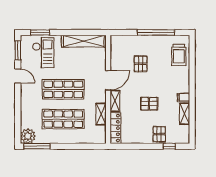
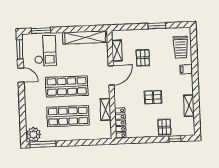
window: (156, 32) -> (157, 26), width x0.47
filing cabinet: (183, 97) -> (186, 69), moved
shelving: (115, 101) -> (117, 51), moved

